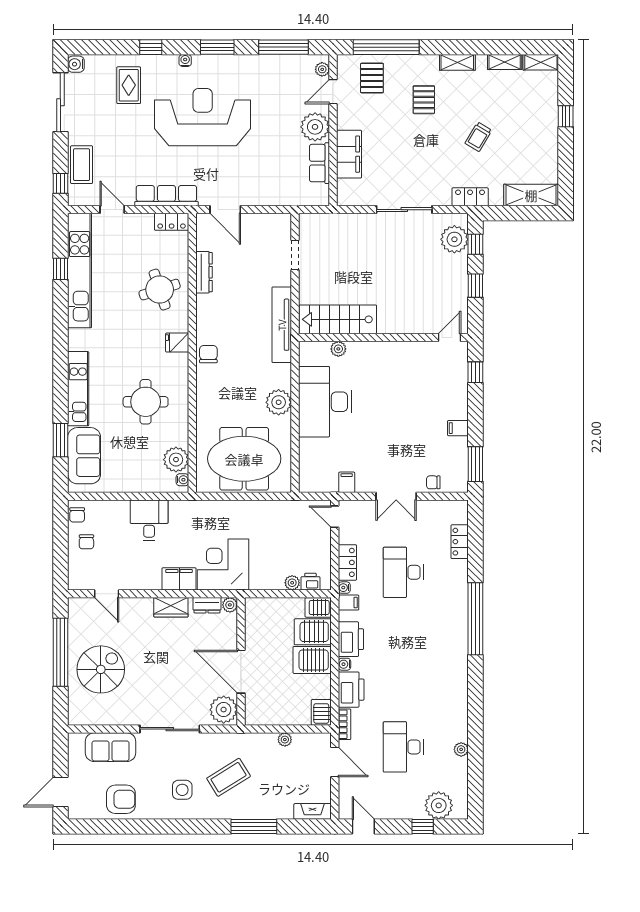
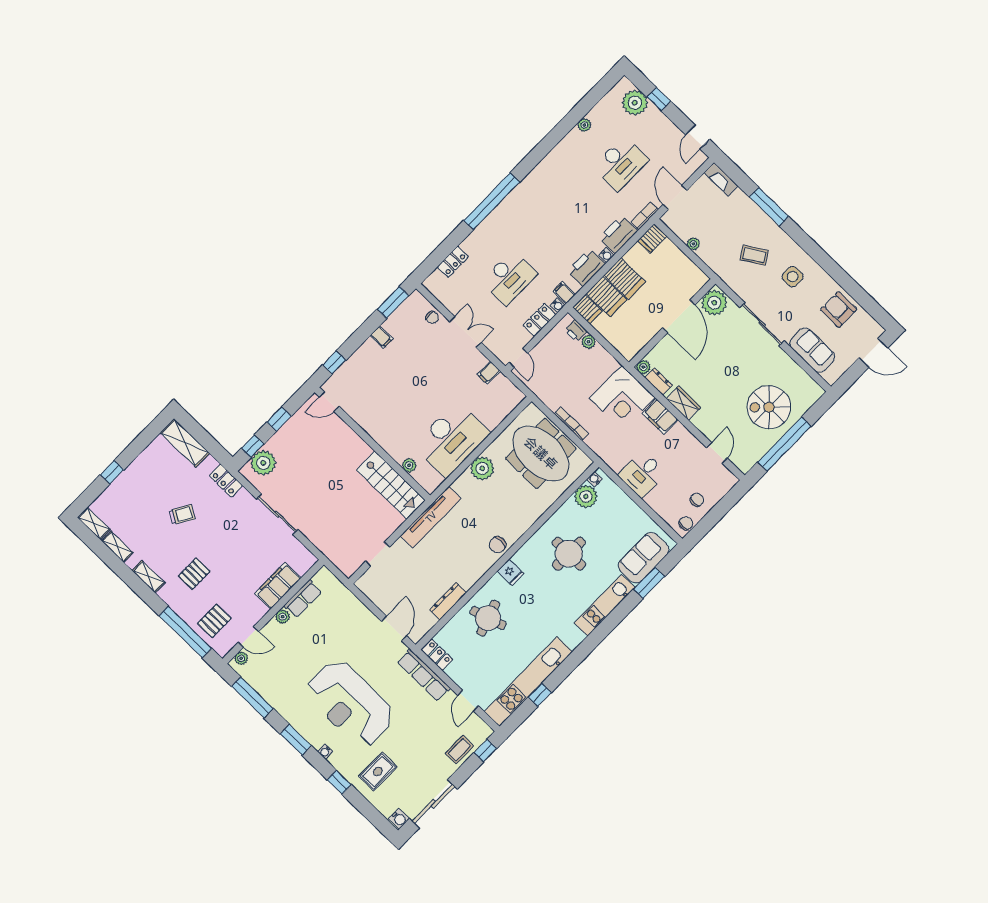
plant: (315, 127) -> (283, 617), width x0.53, depth x0.53
coffee table: (82, 165) -> (459, 750), width x0.73, depth x0.77
bookcase: (243, 505) -> (571, 424), added
coffee table: (229, 777) -> (754, 255), width x0.73, depth x0.77

